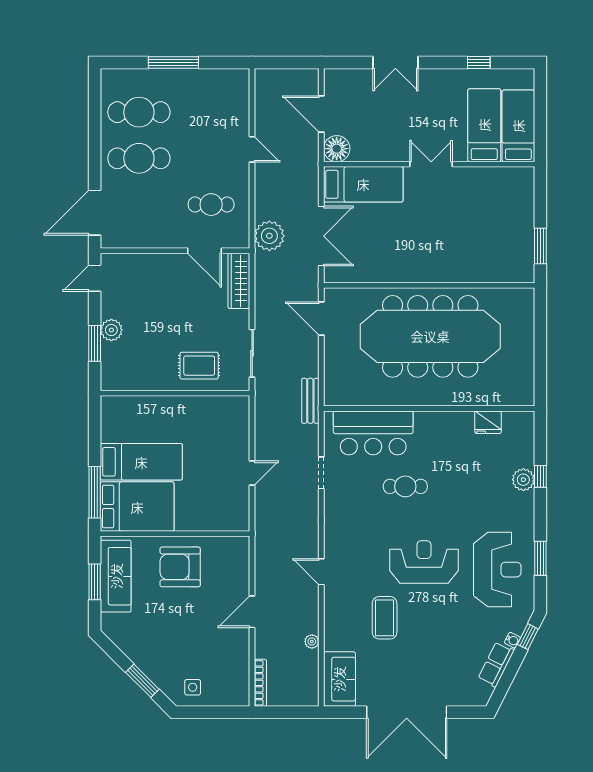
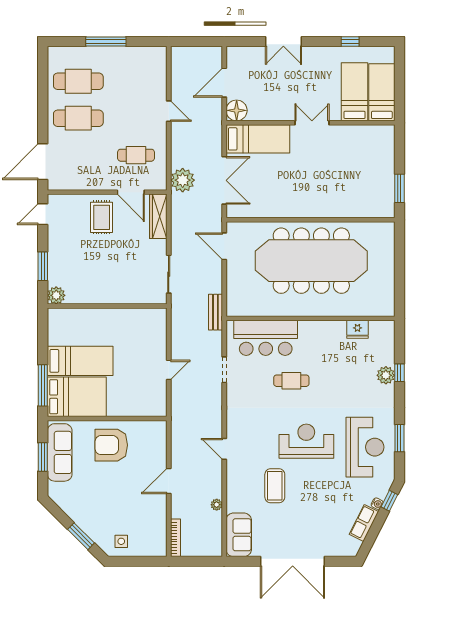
door: (321, 114) -> (224, 83), hinge flipped
plant: (111, 330) -> (56, 295), moved
rug: (199, 366) -> (102, 217), moved, turned 90

